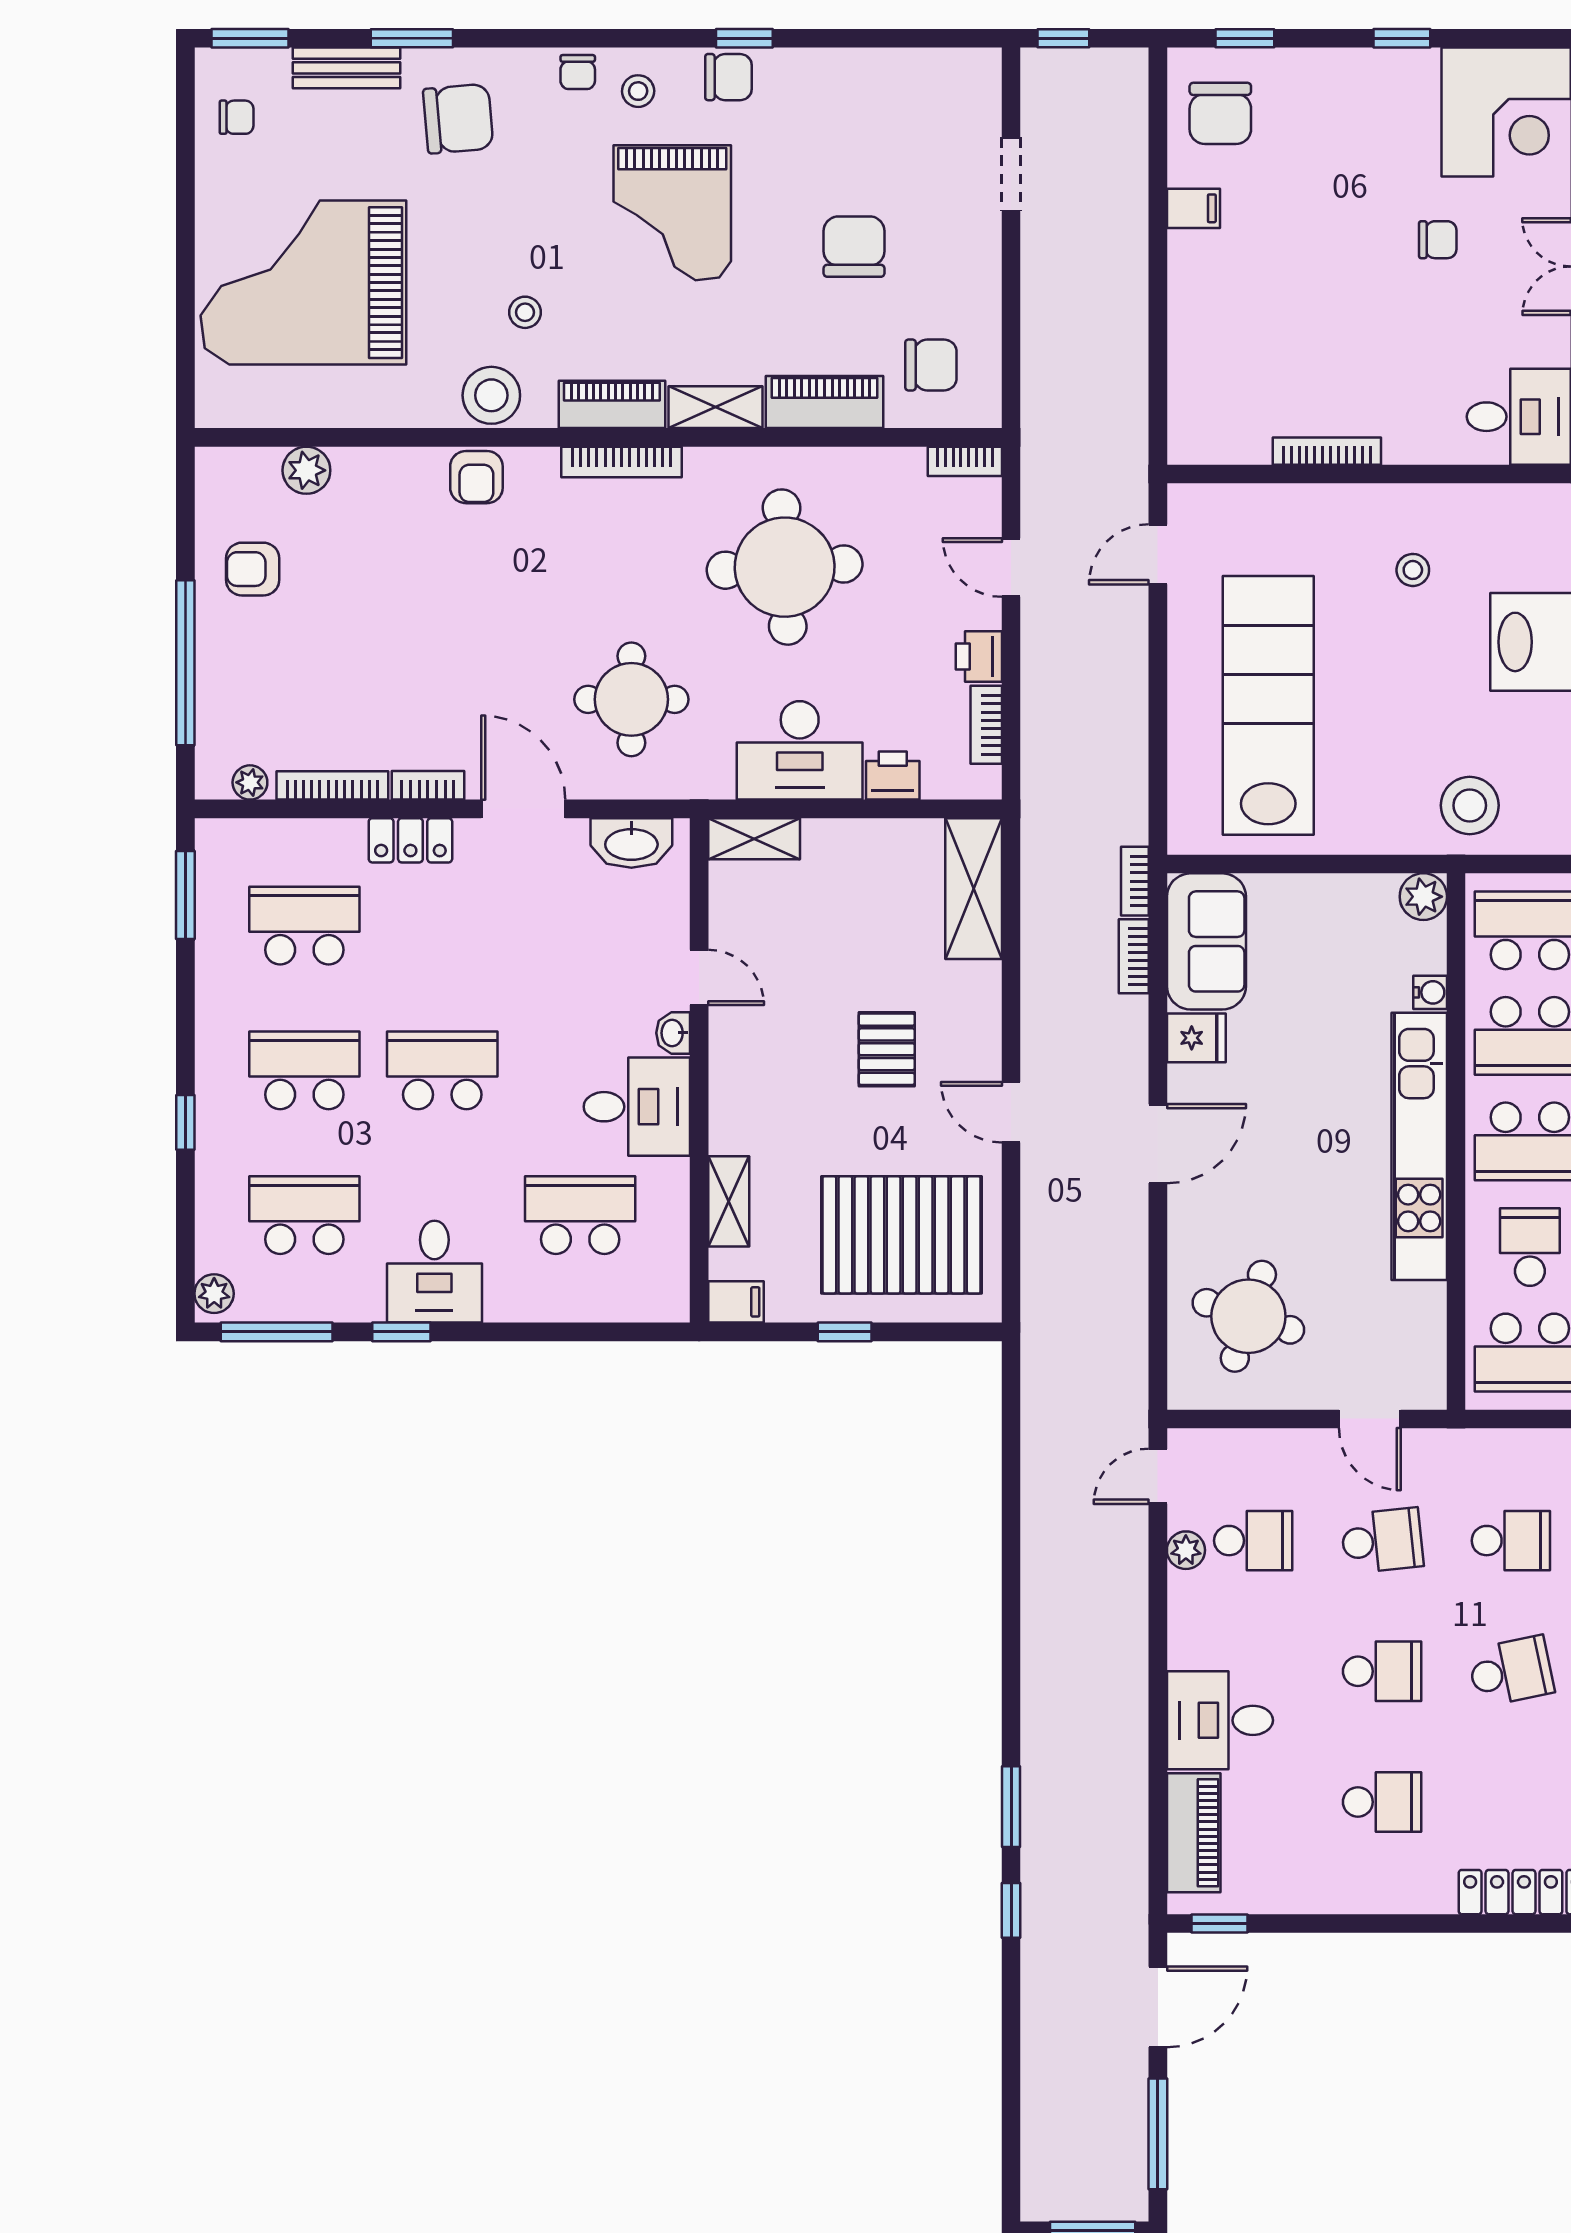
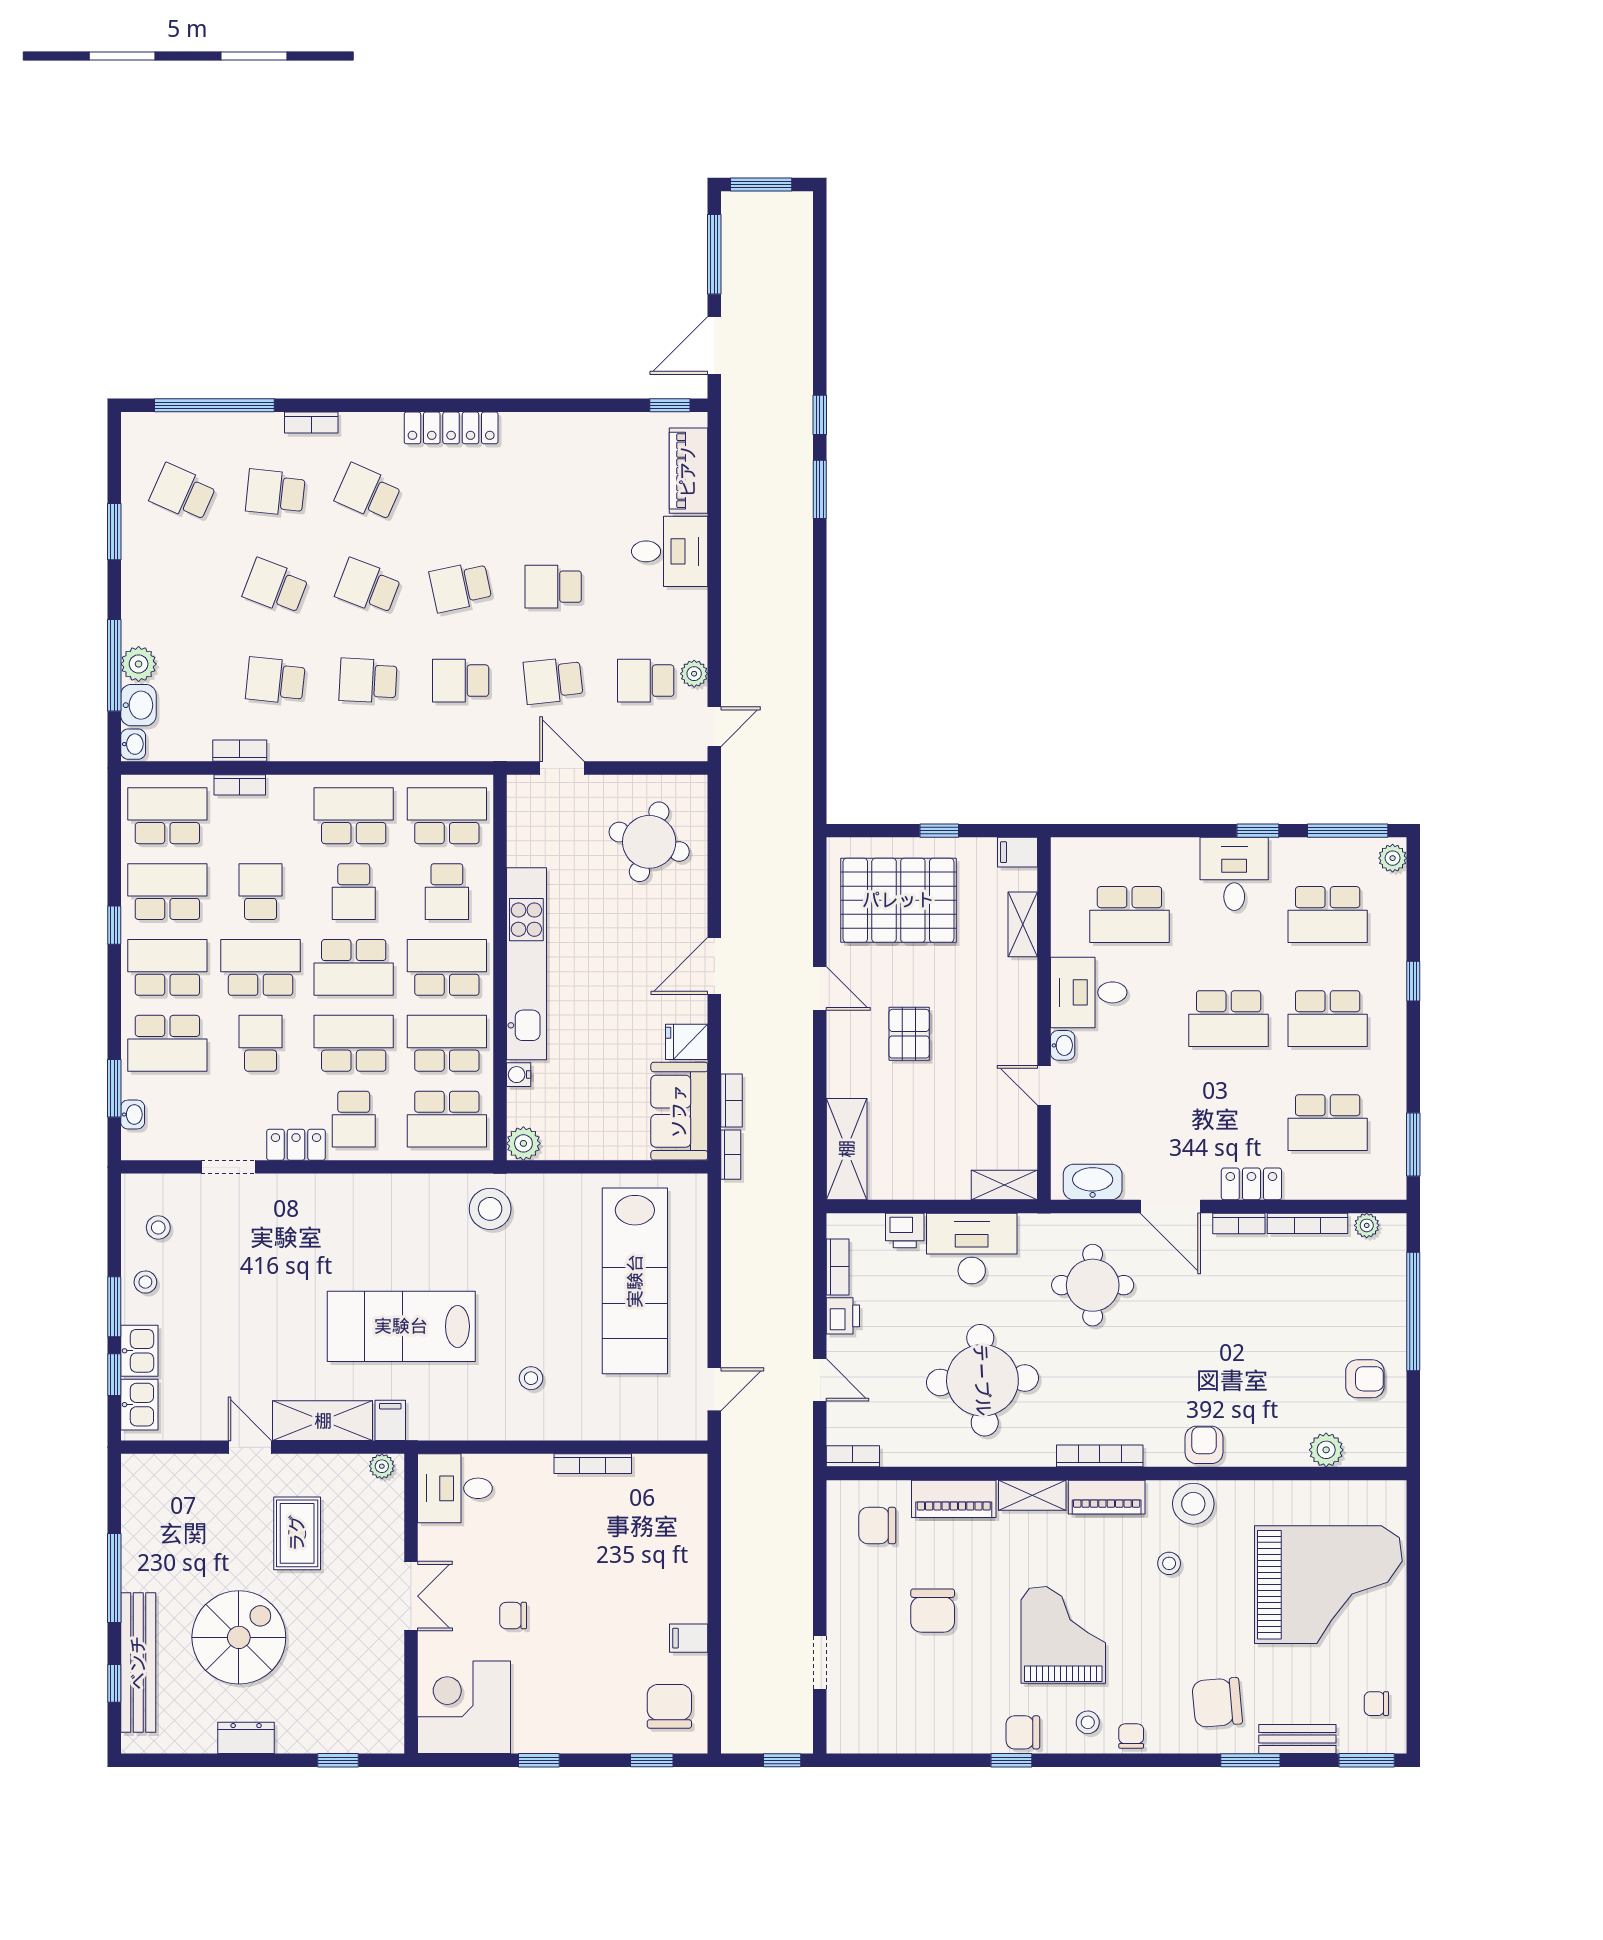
school desk: (1382, 1802) -> (553, 493), removed

